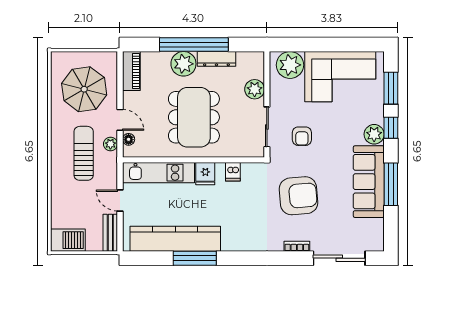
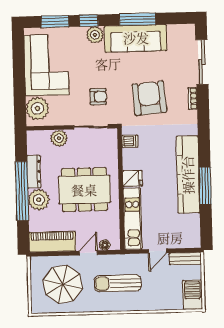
piano: (131, 71) -> (52, 242), width x1.37, depth x1.33
plant: (110, 144) -> (109, 260), removed
dishwasher: (233, 172) -> (130, 141), moved
kitchen counter: (175, 239) -> (188, 175), moved

